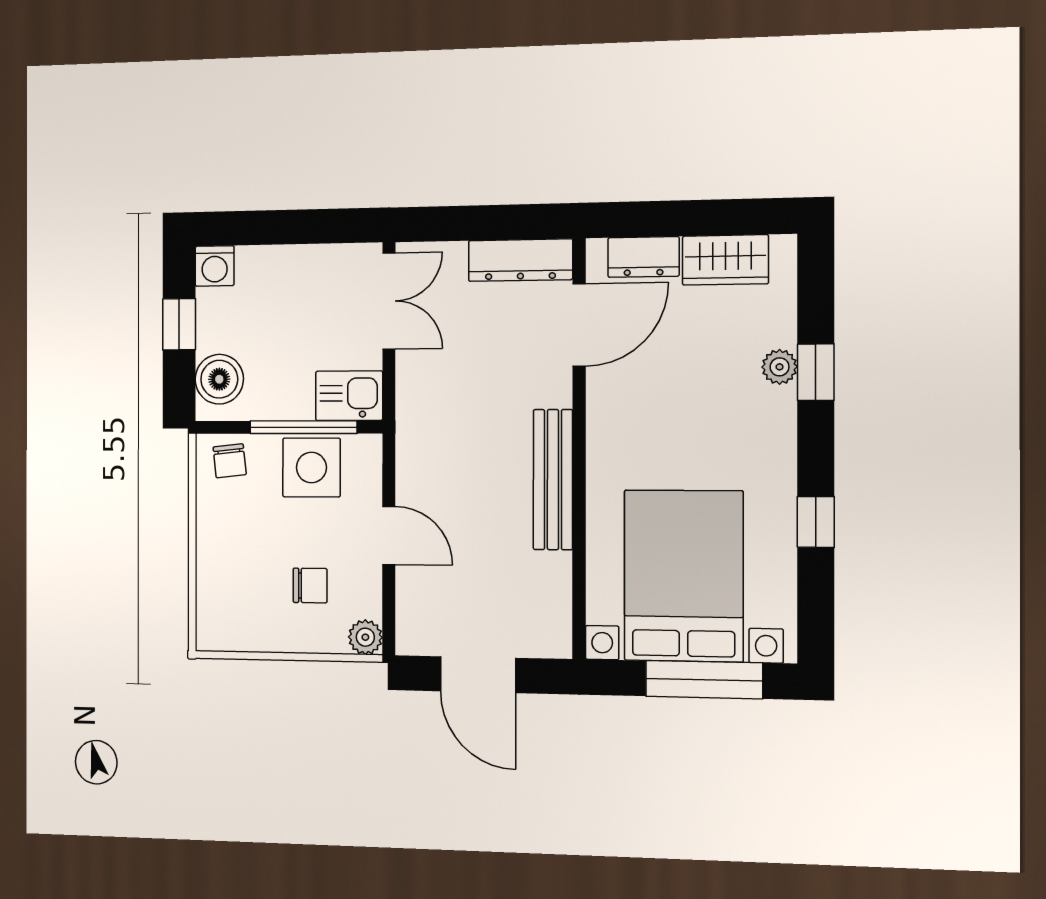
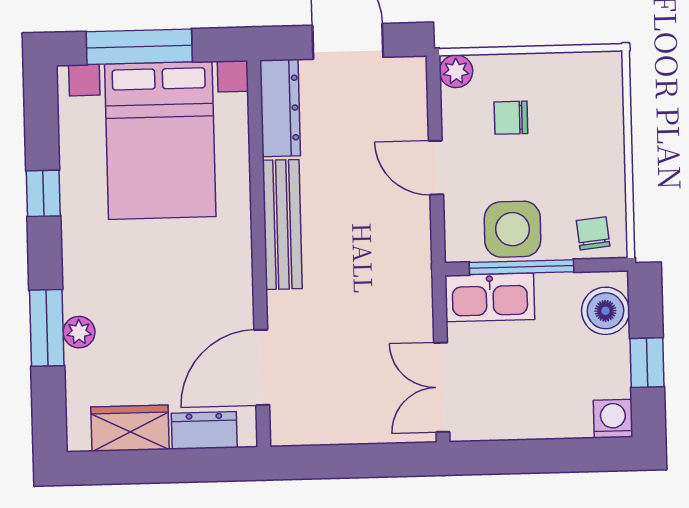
dresser: (520, 260) -> (280, 108), moved, turned 90
window: (816, 372) -> (47, 328), width x1.50
kitchen sink: (349, 396) -> (490, 297), width x1.38

